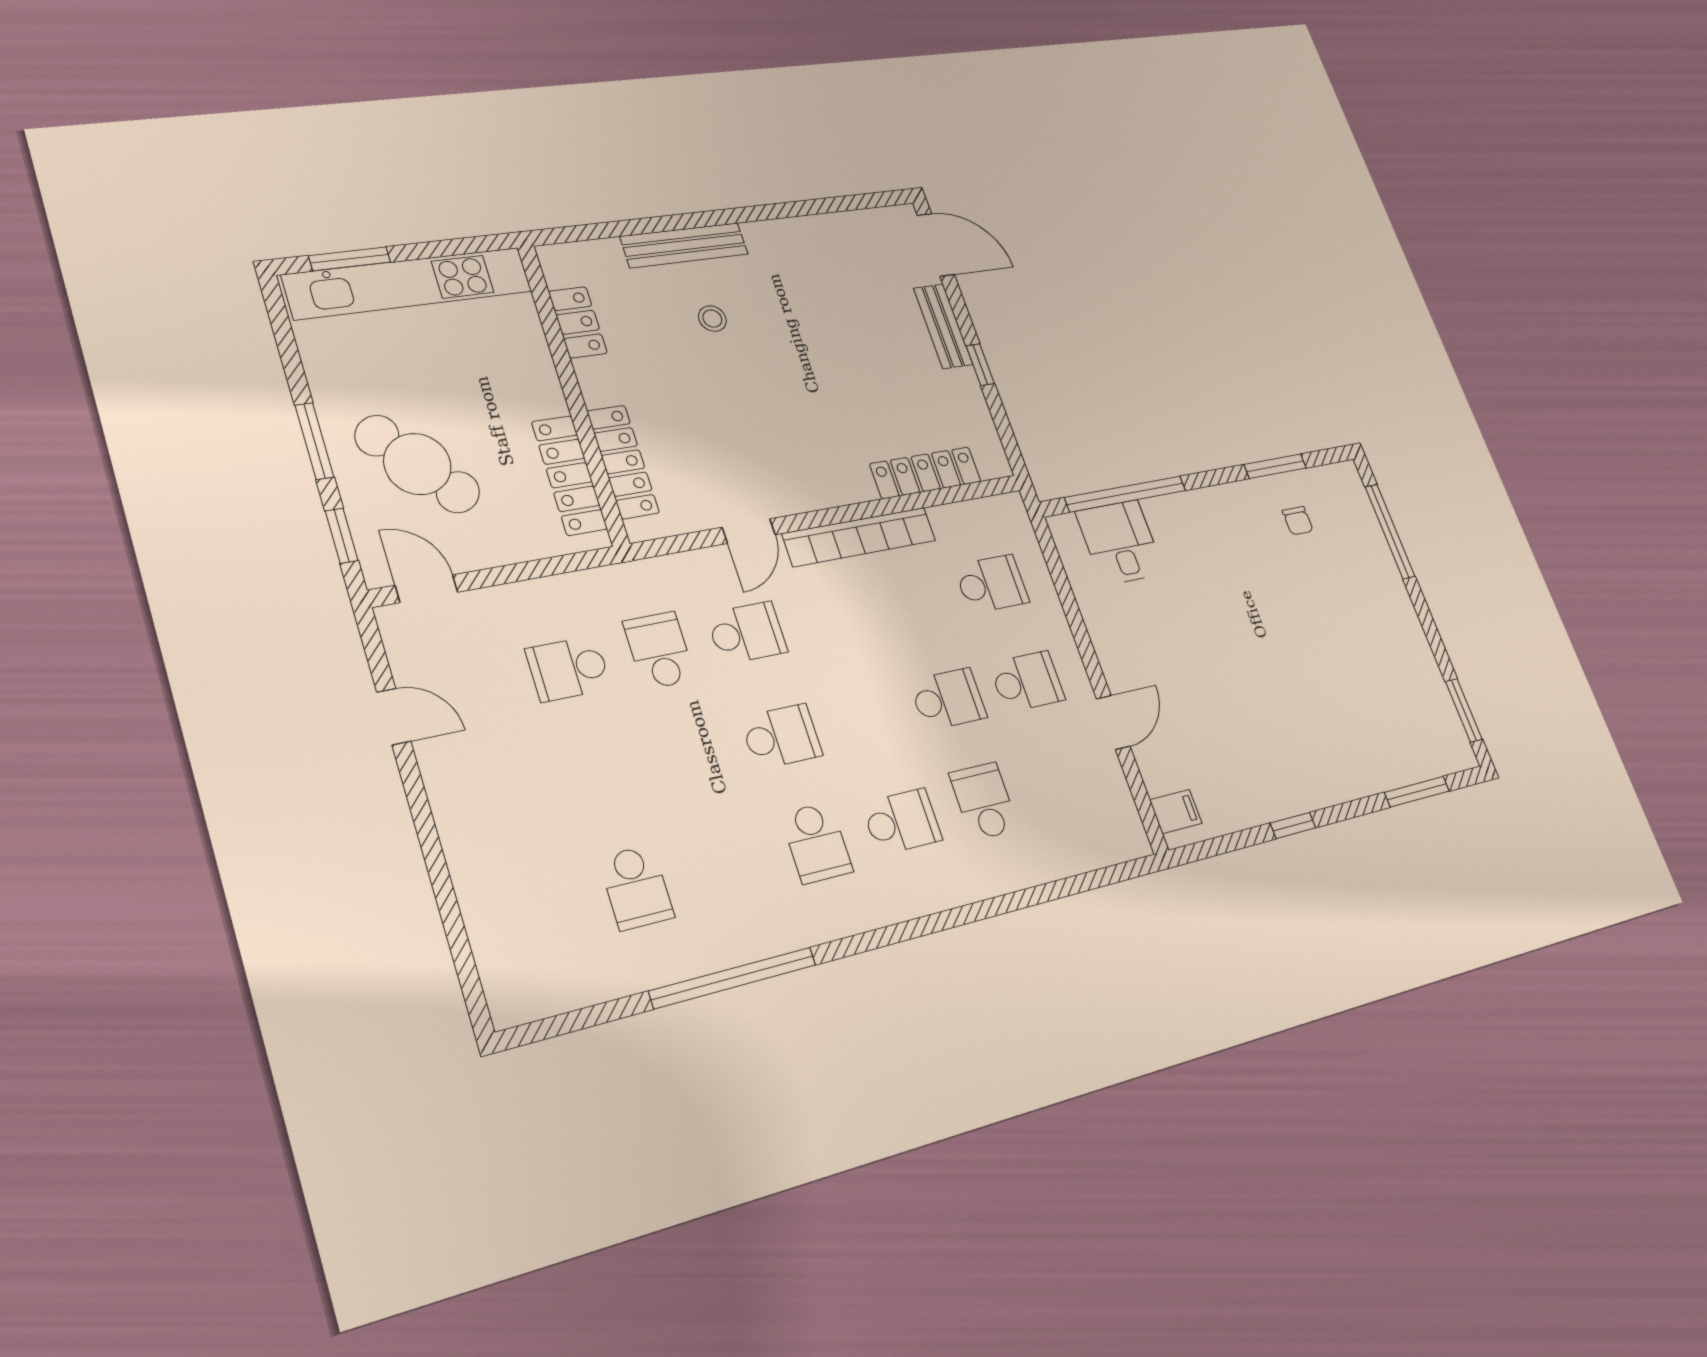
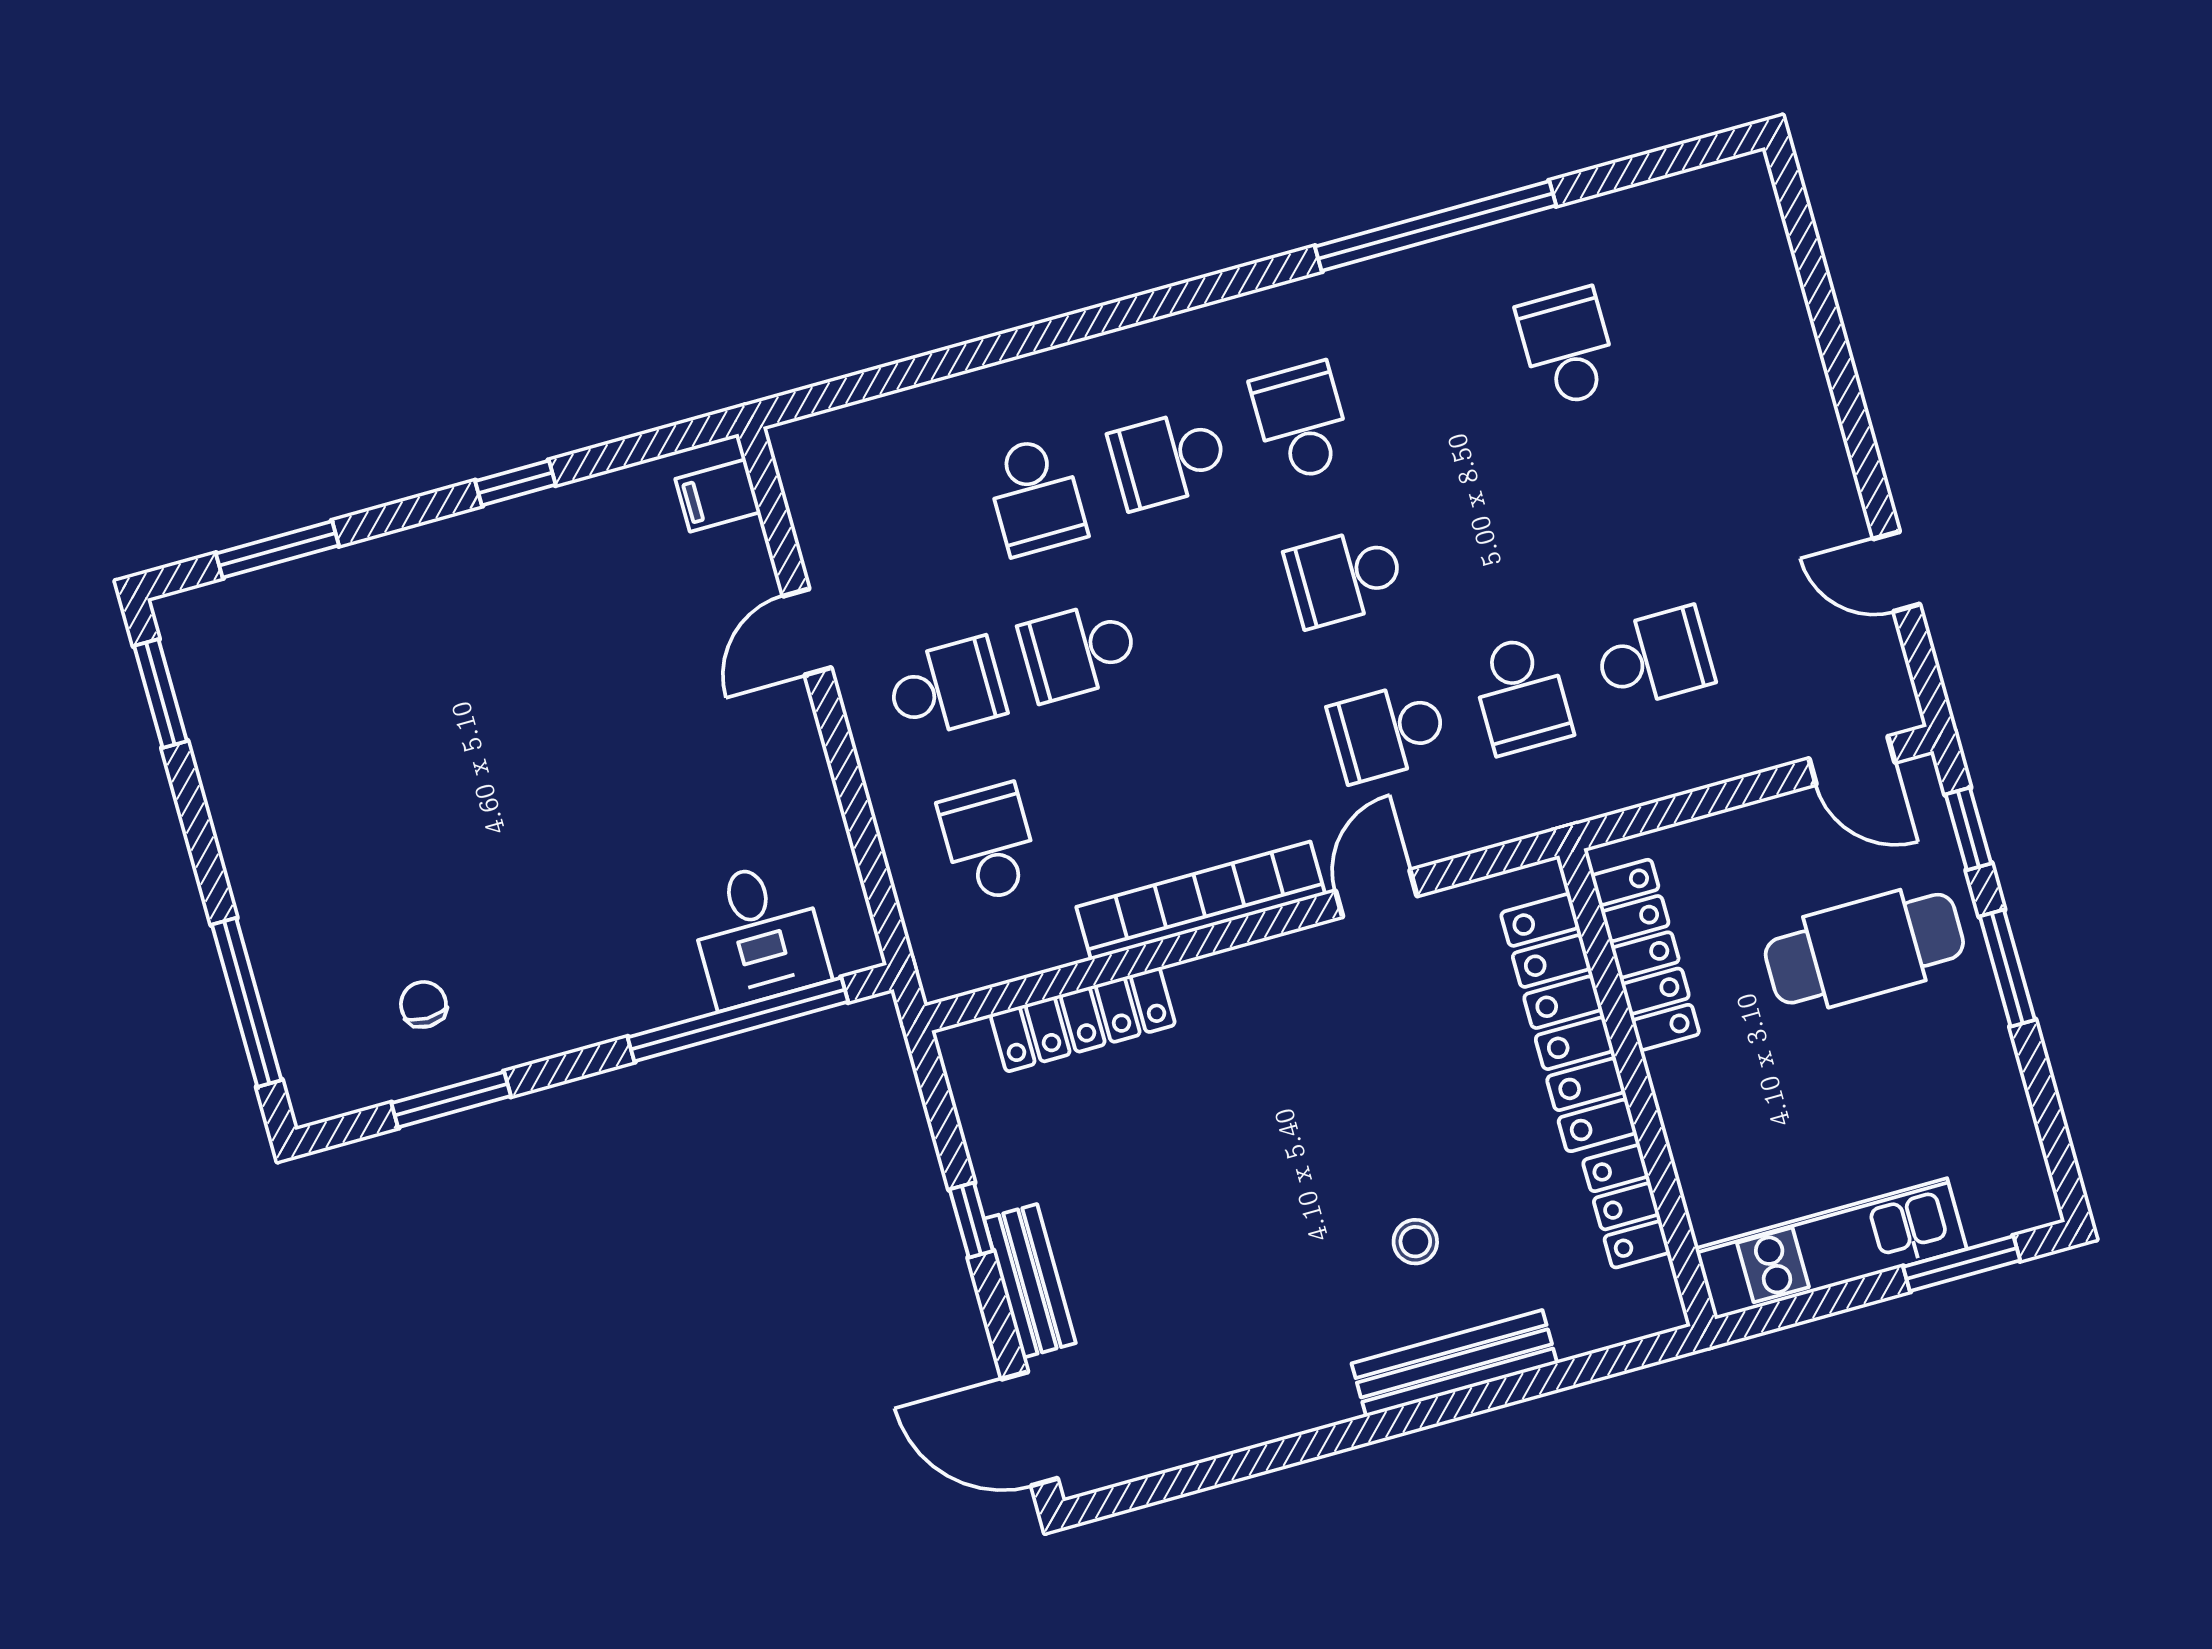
kitchen unit: (409, 283) -> (1831, 1249), width x0.73
locker: (623, 462) -> (1568, 1023), width x1.41, depth x1.21
cafe table: (417, 464) -> (1864, 949), turned -49
school desk: (991, 584) -> (989, 843), turned 90
school desk: (1027, 682) -> (946, 688), turned 180

